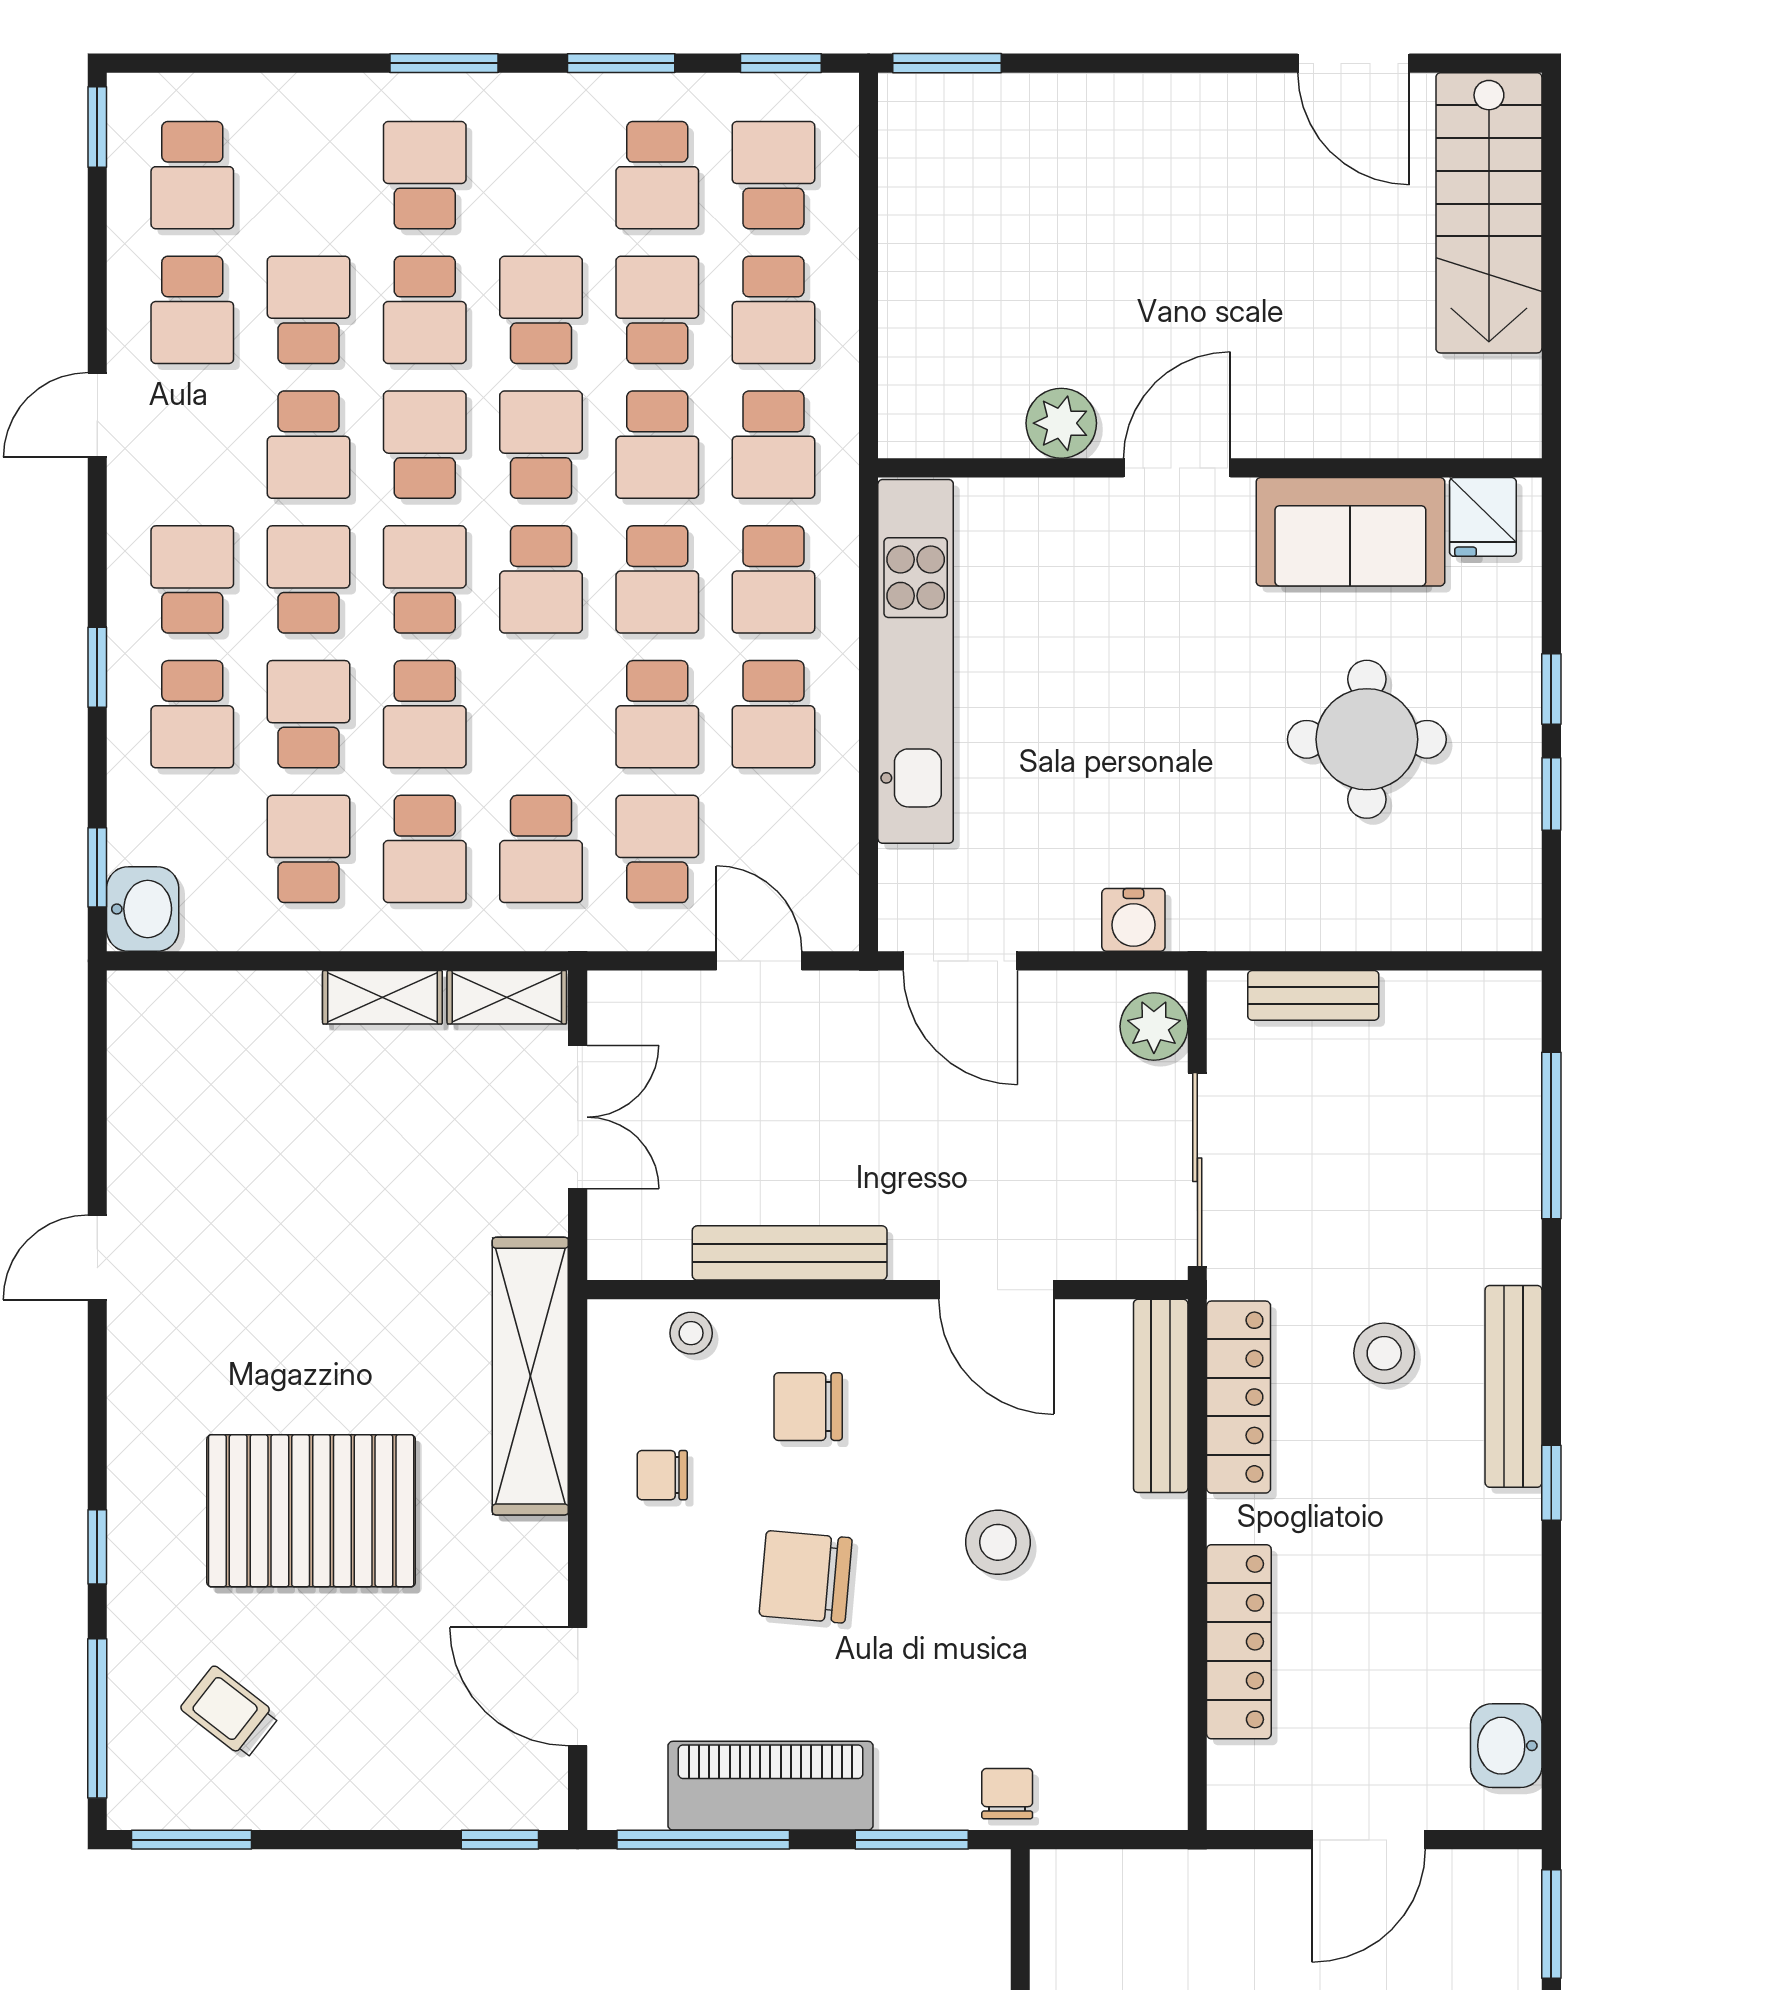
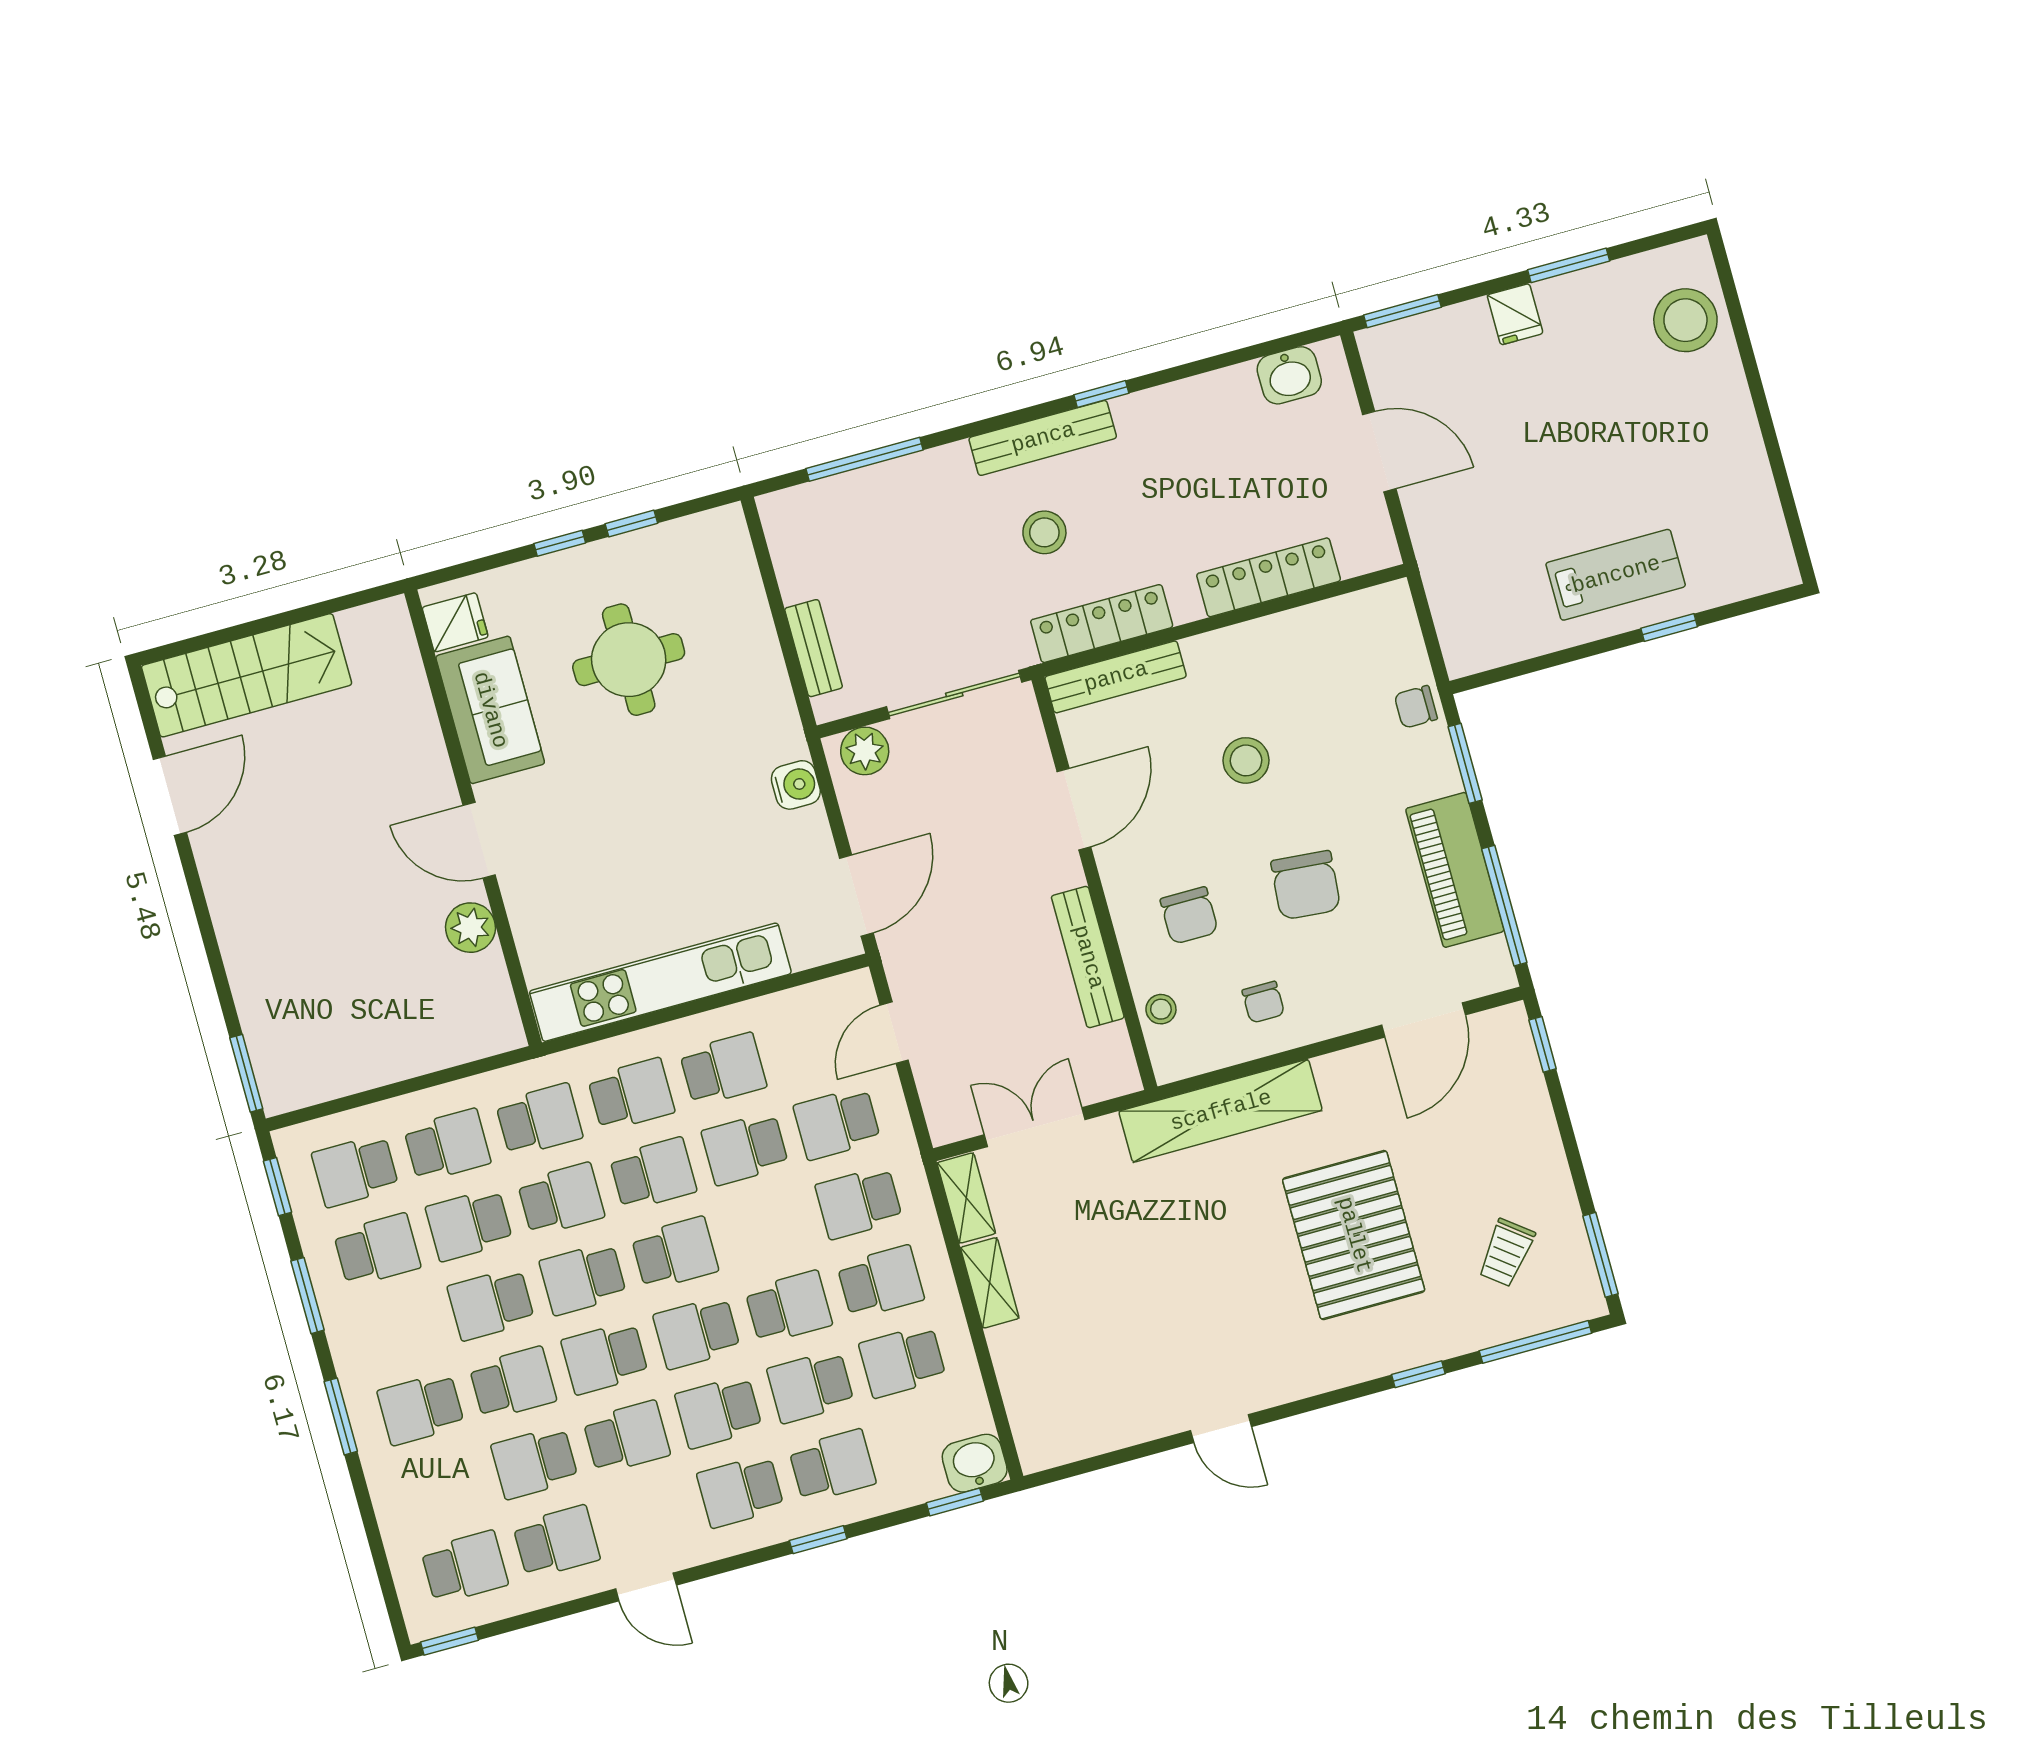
school desk: (657, 714) -> (745, 1149), turned 180
school desk: (541, 849) -> (859, 1203), turned 180

